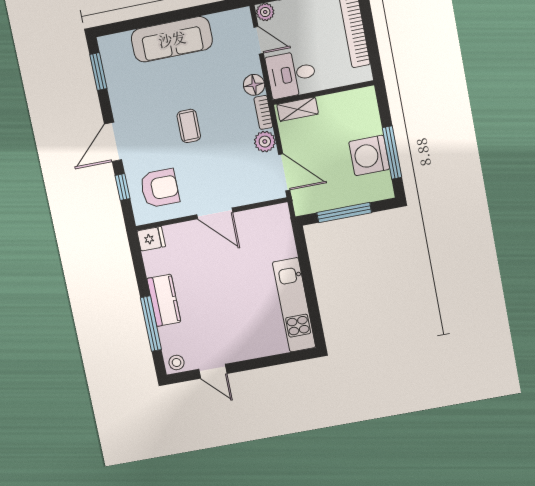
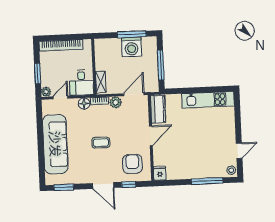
sofa: (172, 39) -> (55, 144), width x1.36, depth x1.27
kitchen counter: (164, 300) -> (158, 109), moved, turned 90

